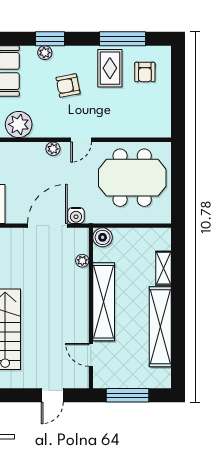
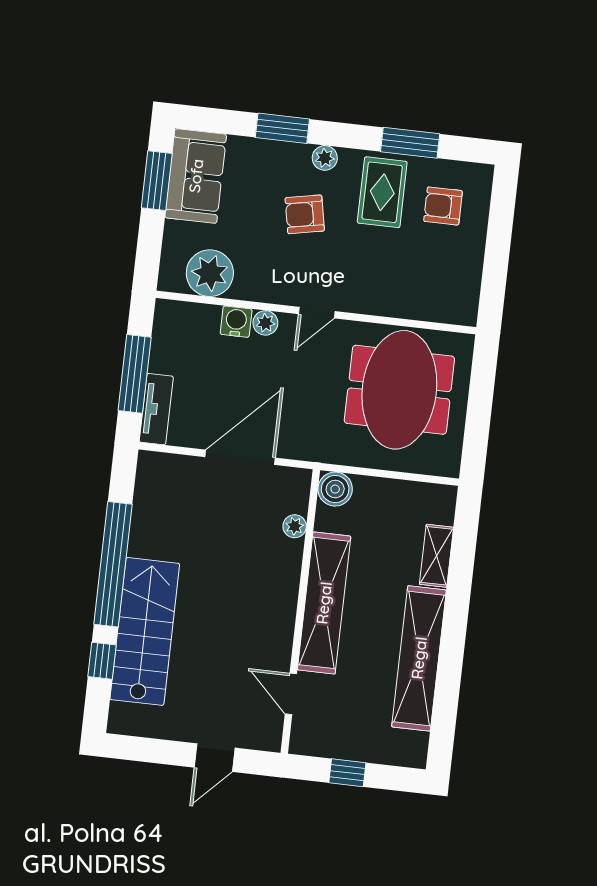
window: (122, 39) -> (410, 143), width x0.69
plant: (45, 53) -> (325, 158), moved
armchair: (145, 72) -> (443, 206), turned 90
meeting table: (132, 178) -> (399, 390), turned 90
water cooler: (76, 215) -> (236, 322), moved, turned 180
window: (127, 395) -> (347, 773), width x0.46

